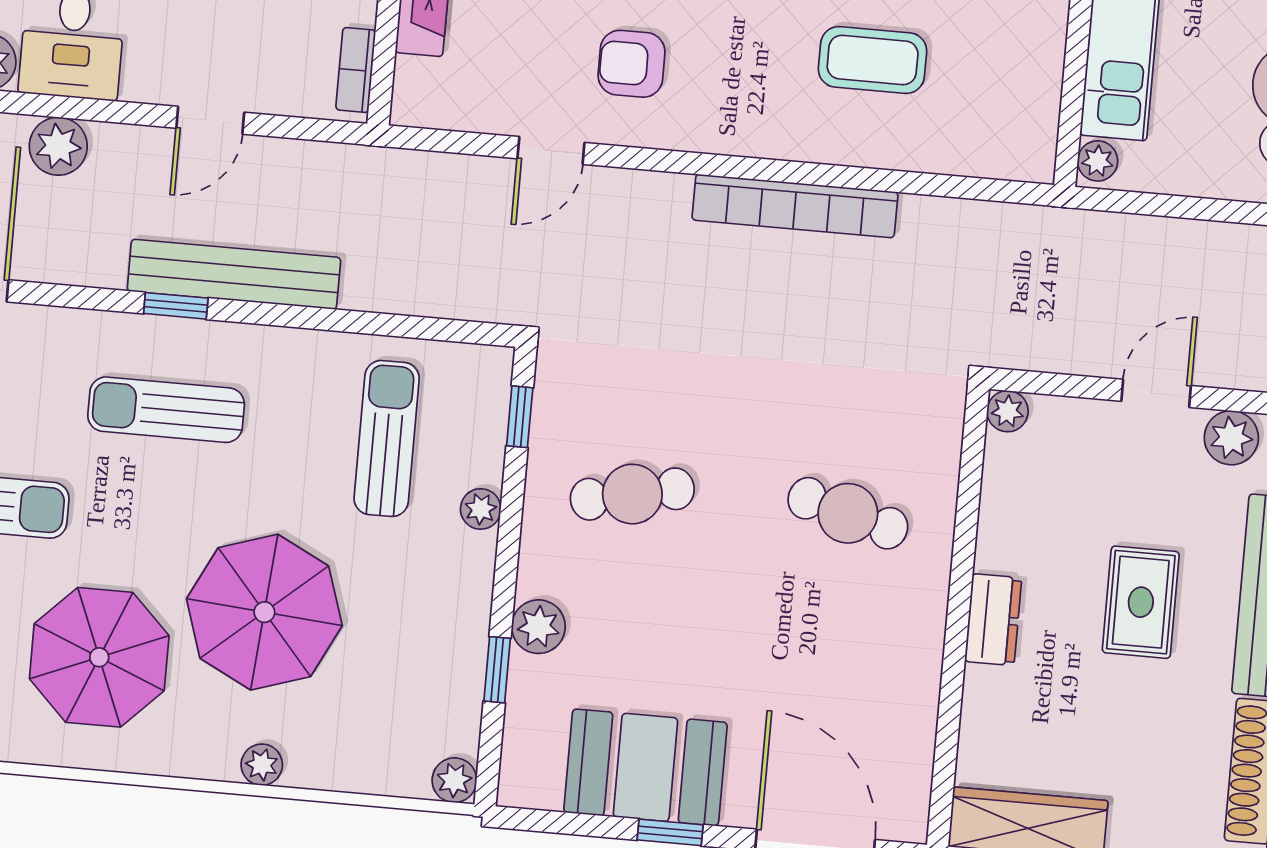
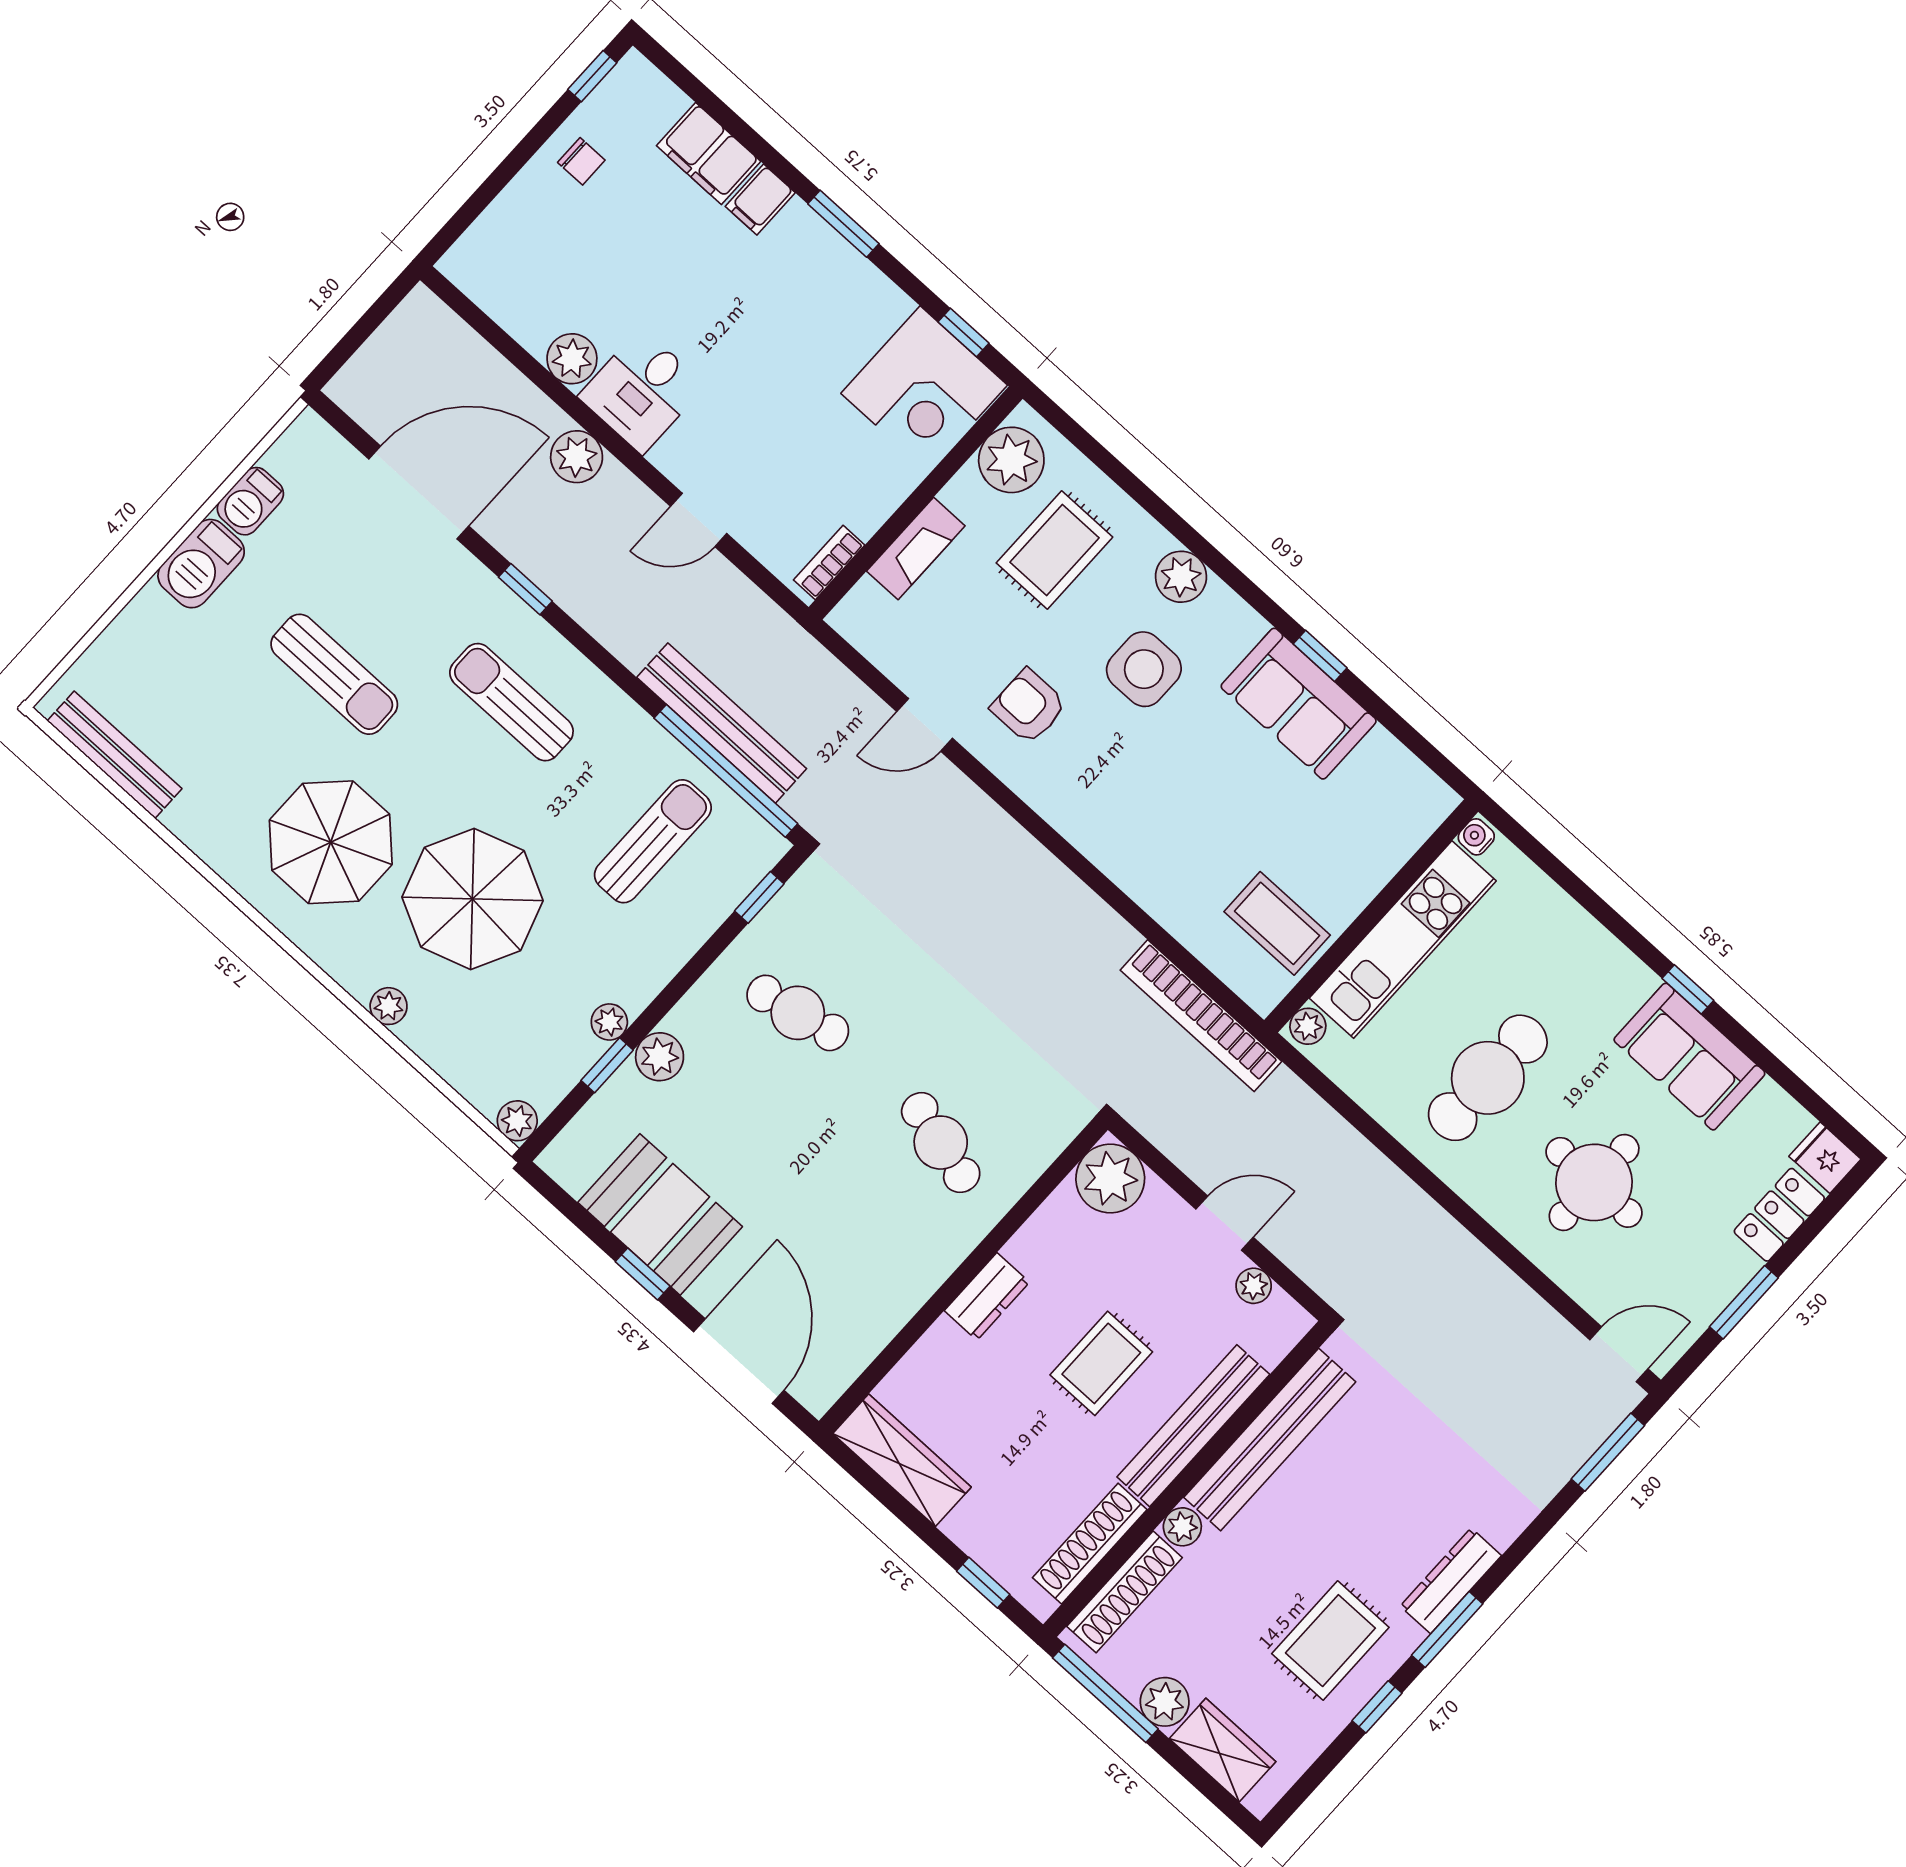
coffee table: (873, 60) -> (1277, 923), moved
bookcase: (795, 206) -> (1201, 1016), moved
bench: (234, 274) -> (722, 723), moved
window: (176, 306) -> (525, 589), moved
window: (404, 326) -> (726, 771), added
plant: (1008, 411) -> (1110, 1179), width x1.88, depth x1.88
plant: (1231, 438) -> (1254, 1286), width x0.73, depth x0.73
plant: (481, 509) -> (609, 1022), moved

